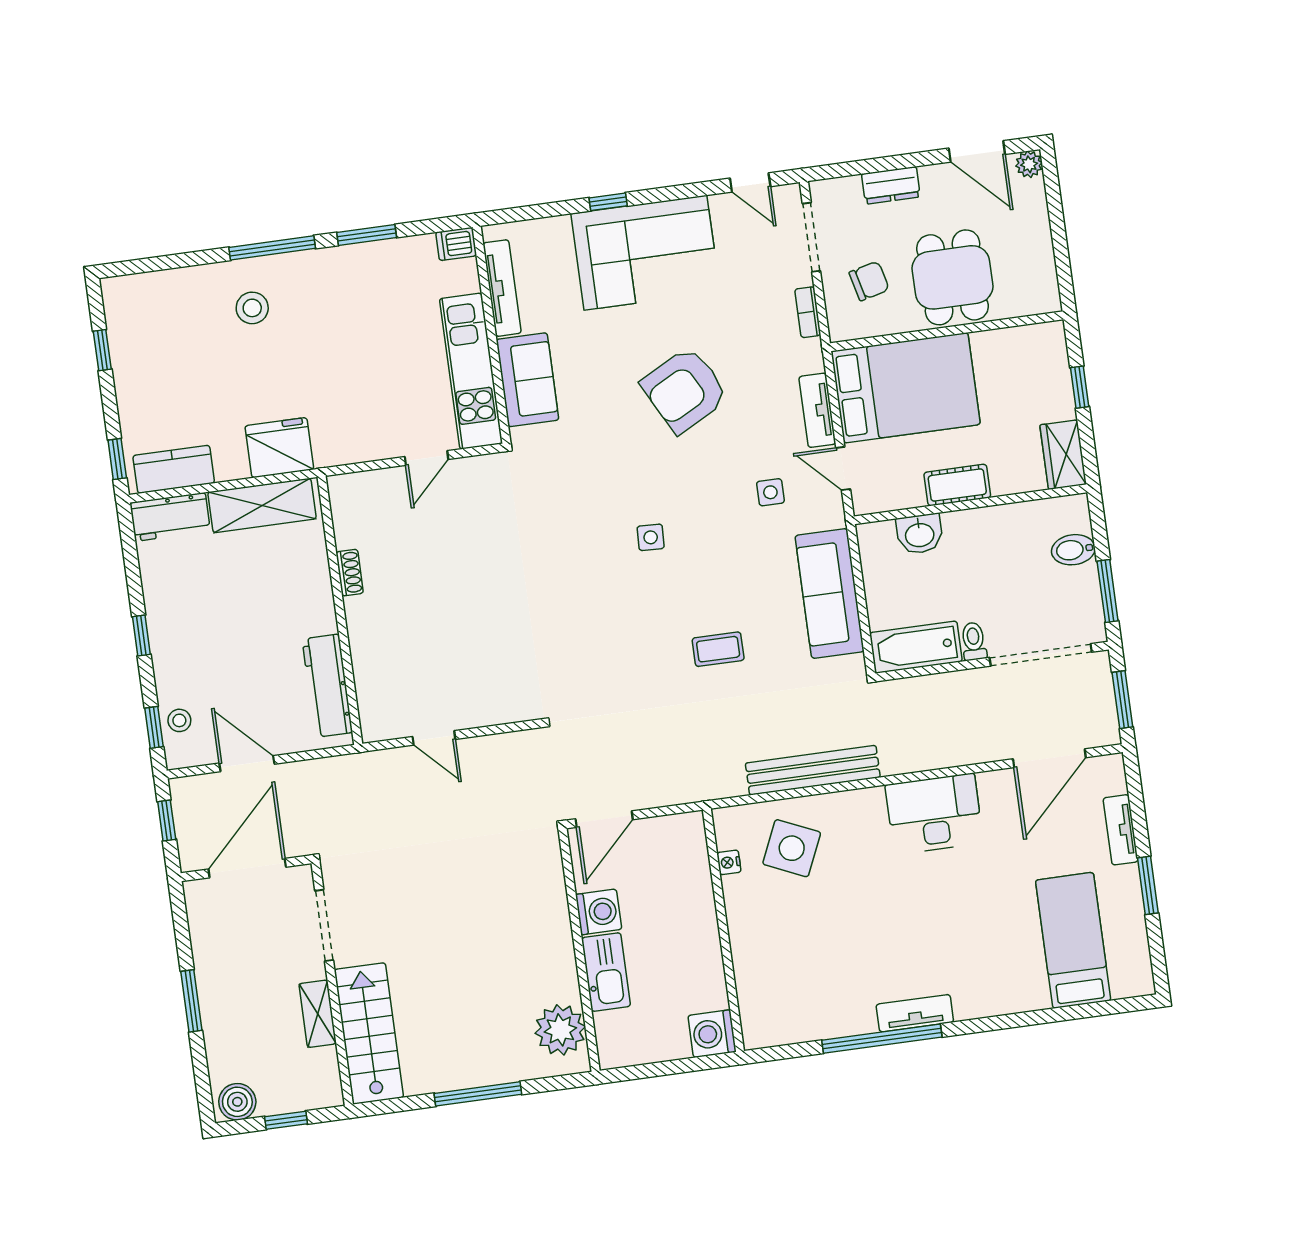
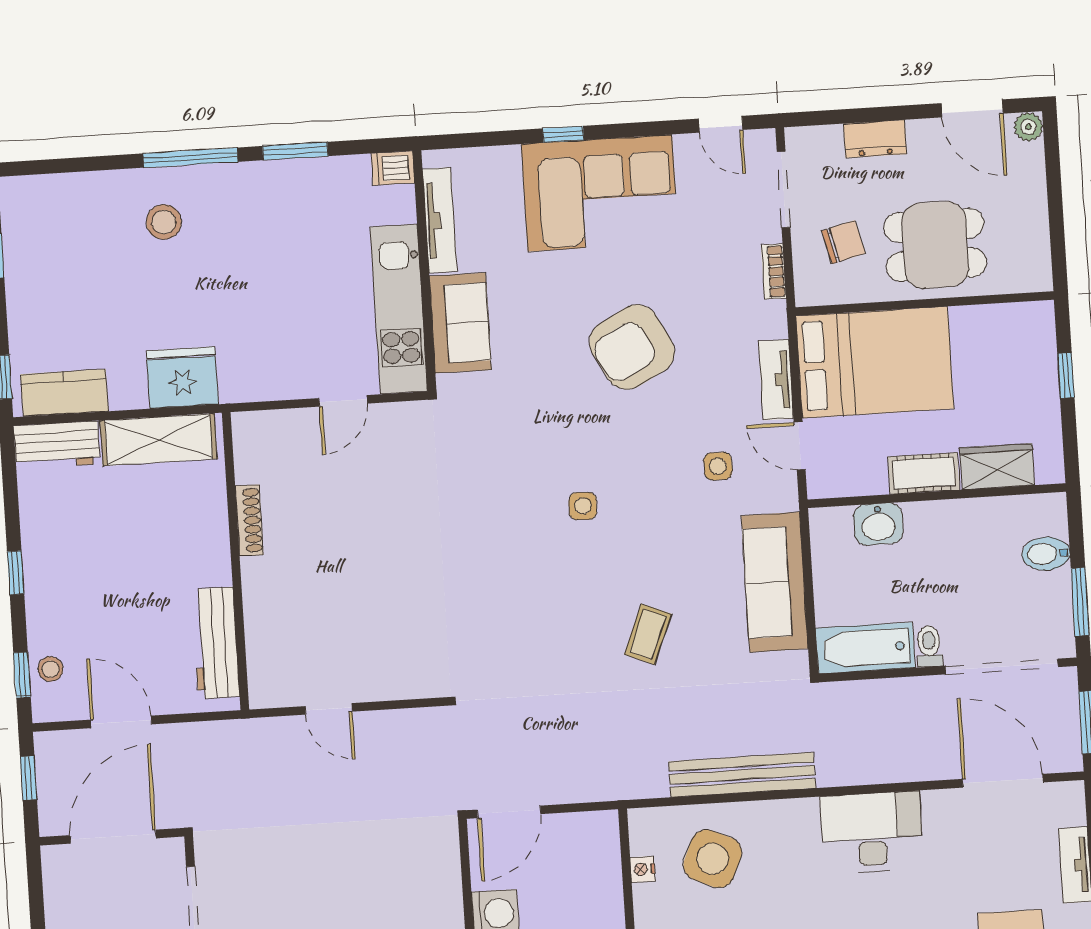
dining table: (952, 277) -> (935, 245), turned 90
wardrobe: (1063, 455) -> (997, 467), moved, turned 90
shoe rack: (350, 573) -> (249, 520), width x1.43
coffee table: (718, 649) -> (648, 634), turned -68
door: (1049, 758) -> (1003, 781), swing flipped

